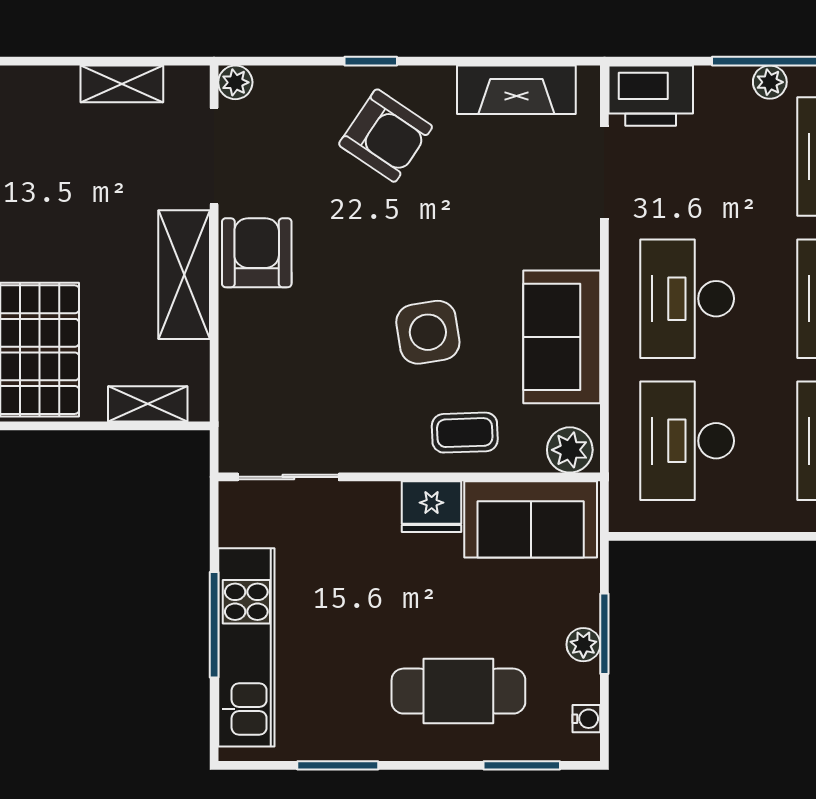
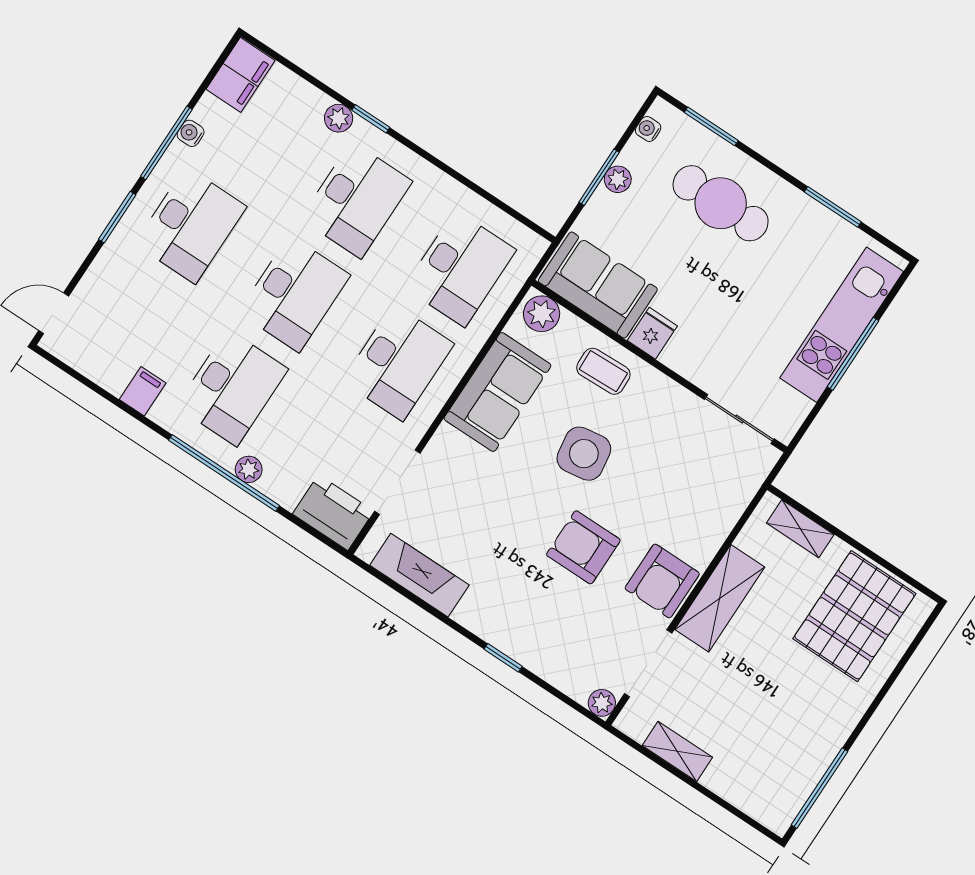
armchair: (386, 136) -> (583, 547), moved, turned -34
fridge: (432, 507) -> (652, 333), width x0.72

